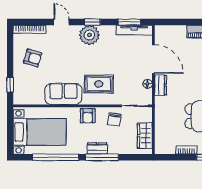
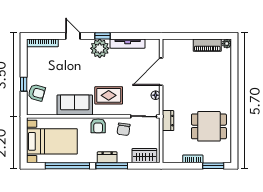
window: (129, 22) -> (138, 36), removed
tv unit: (134, 30) -> (128, 44), moved
armchair: (33, 58) -> (37, 93), moved
door: (153, 59) -> (161, 72), swing flipped
window: (10, 85) -> (24, 84), moved
dresser: (161, 85) -> (168, 121), moved
wardrobe: (145, 136) -> (144, 156), moved, turned 90

